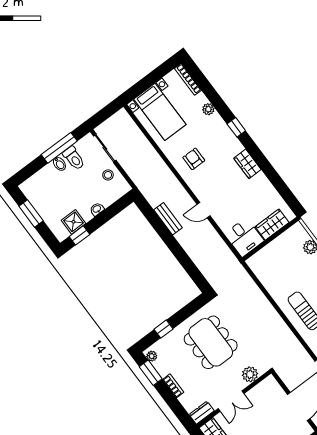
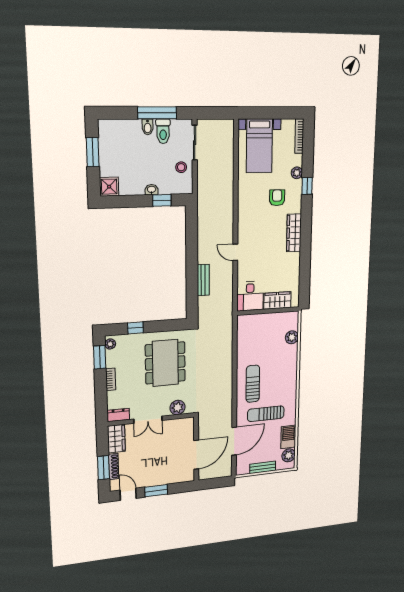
window: (236, 127) -> (307, 186), moved
armchair: (194, 159) -> (277, 198), moved
wardrobe: (247, 164) -> (294, 233), width x1.50
bench: (168, 219) -> (203, 280), moved
shower: (73, 222) -> (109, 187), moved
window: (79, 235) -> (162, 200), moved

